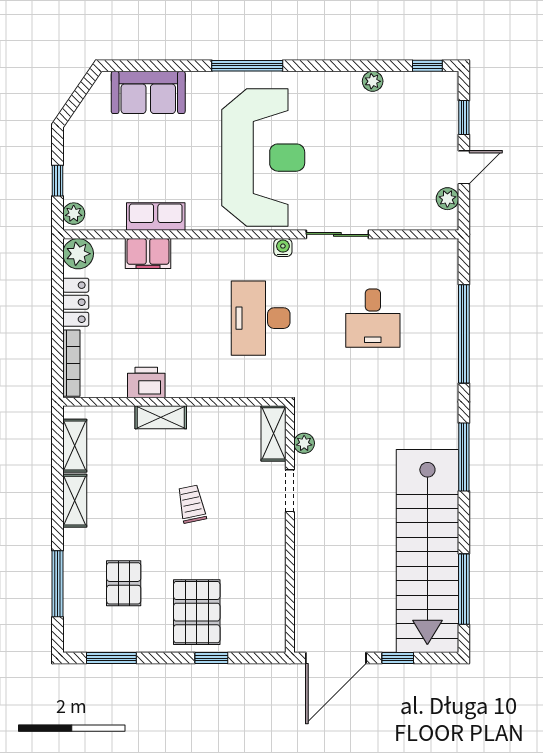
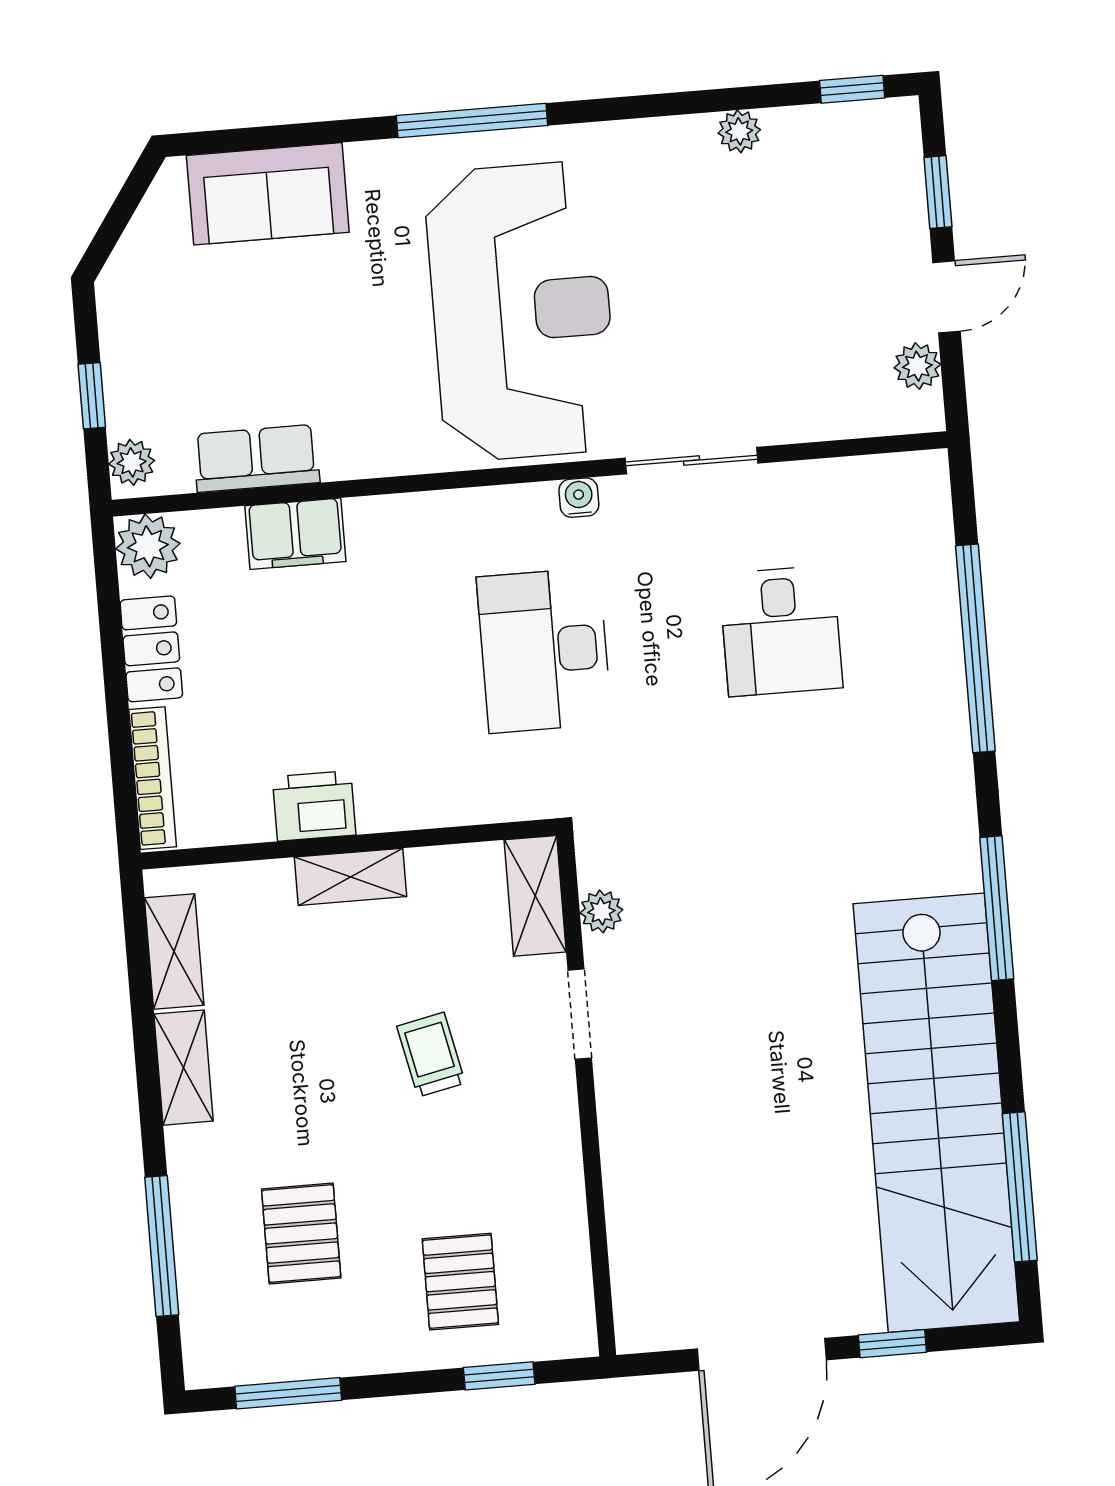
row of seats: (156, 217) -> (256, 458), moved
shelving: (273, 433) -> (535, 896), moved
plant: (304, 443) -> (601, 911), moved
doorway: (290, 491) -> (580, 1014), moved
wall: (290, 529) -> (586, 1095), moved
pallet: (197, 612) -> (460, 1282), width x0.67, depth x0.71

